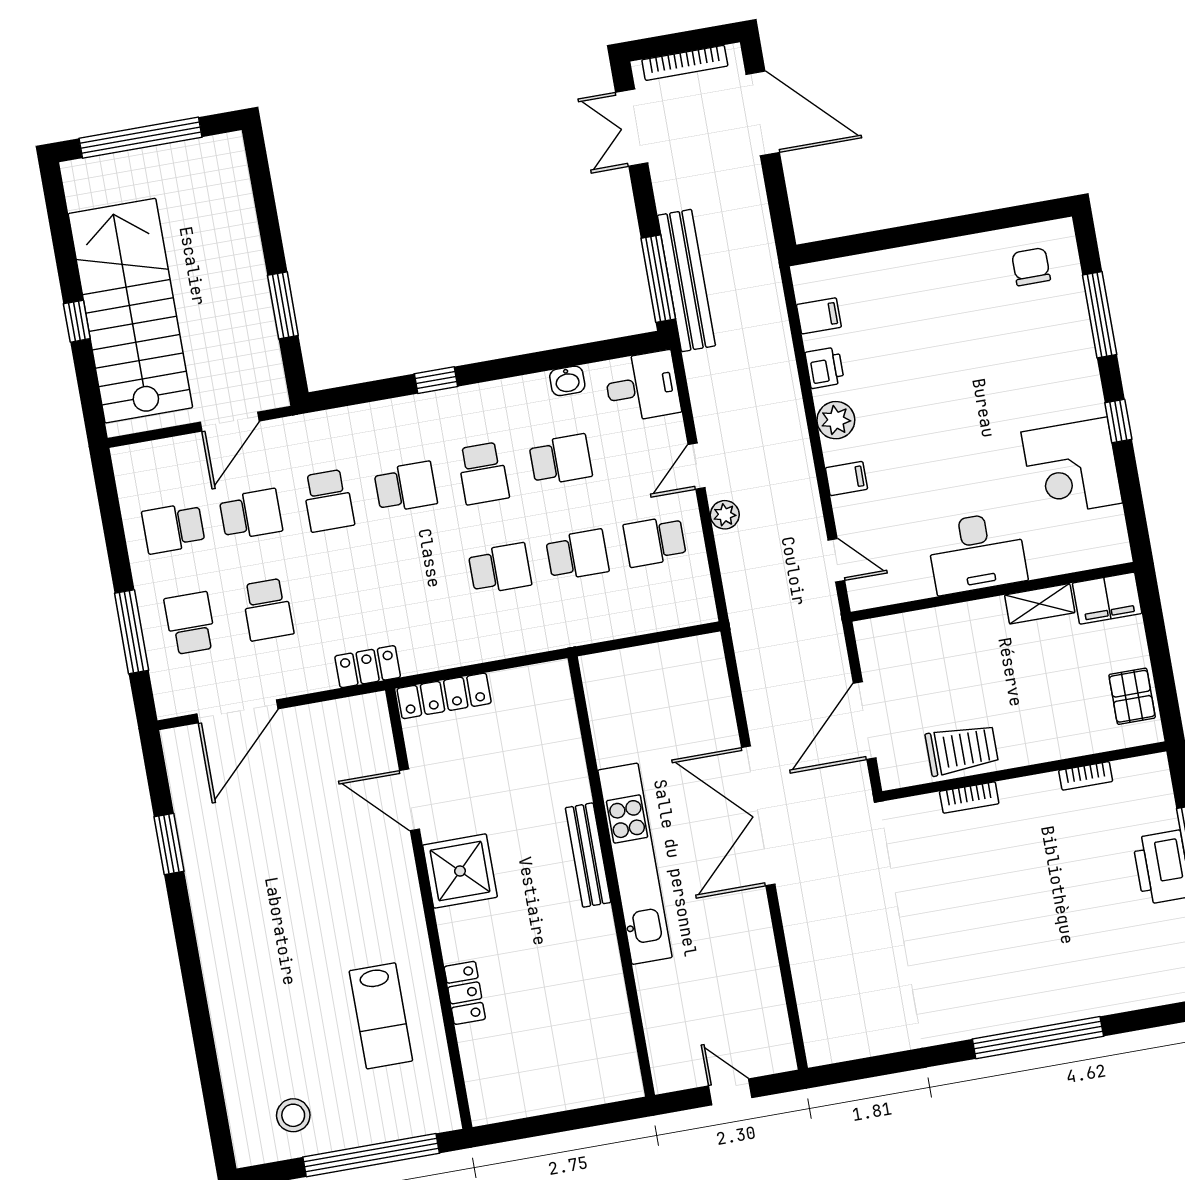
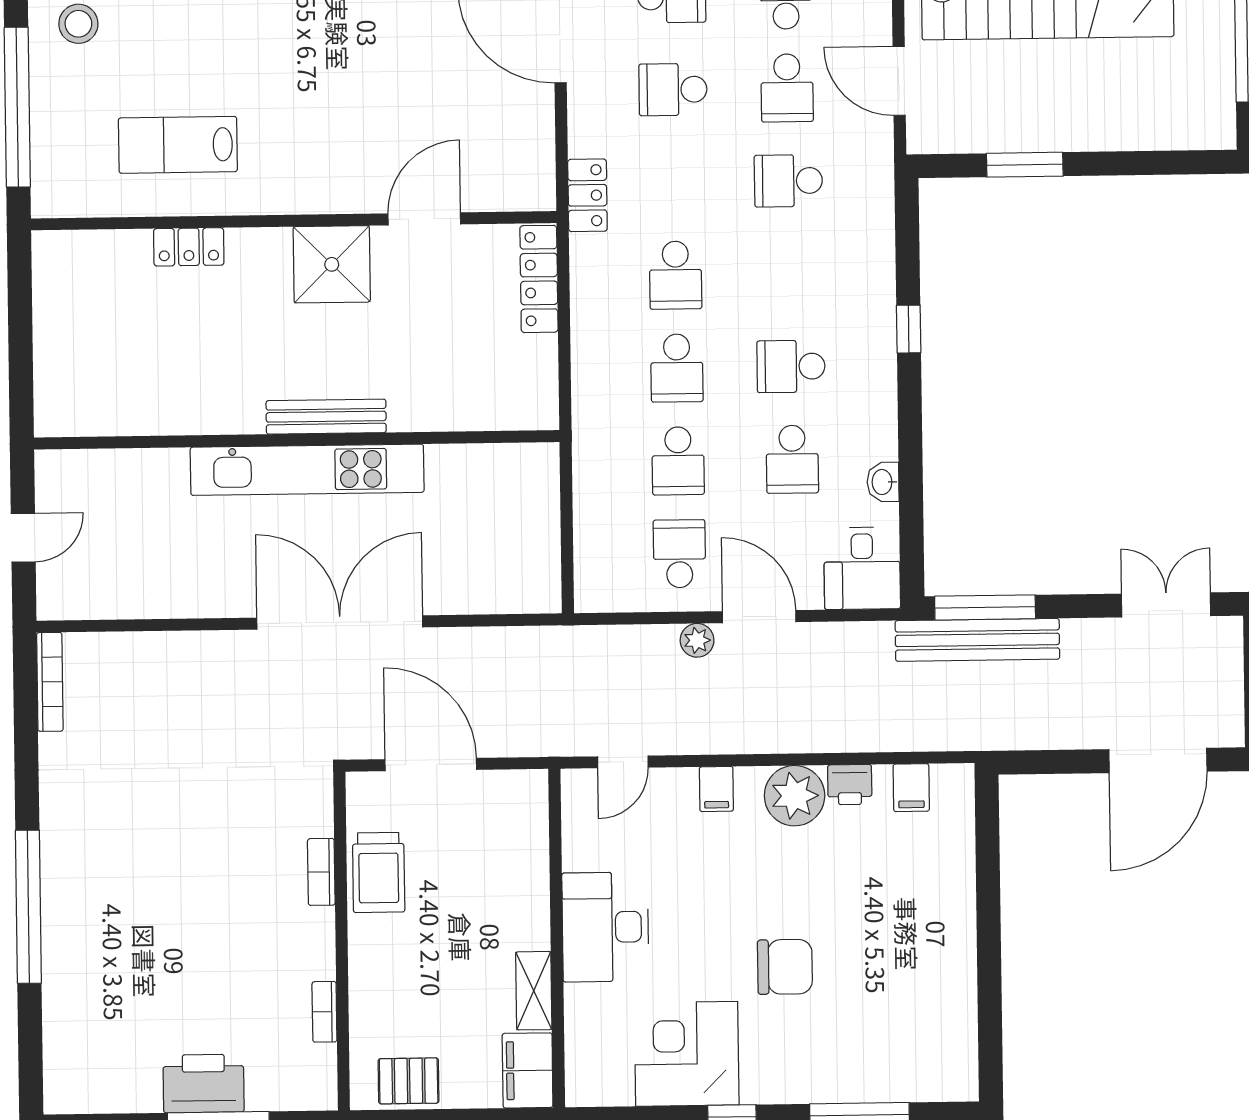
bookcase: (685, 63) -> (50, 682), moved, turned 180
chair: (1031, 267) -> (785, 967), moved, width x1.37, depth x1.37
plant: (836, 420) -> (795, 796), width x1.36, depth x1.36
door: (697, 466) -> (759, 617), width x1.38
school desk: (406, 487) -> (676, 275), moved

